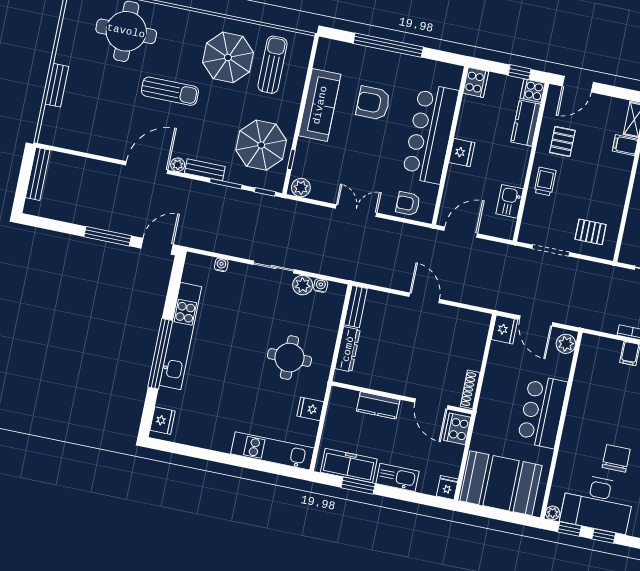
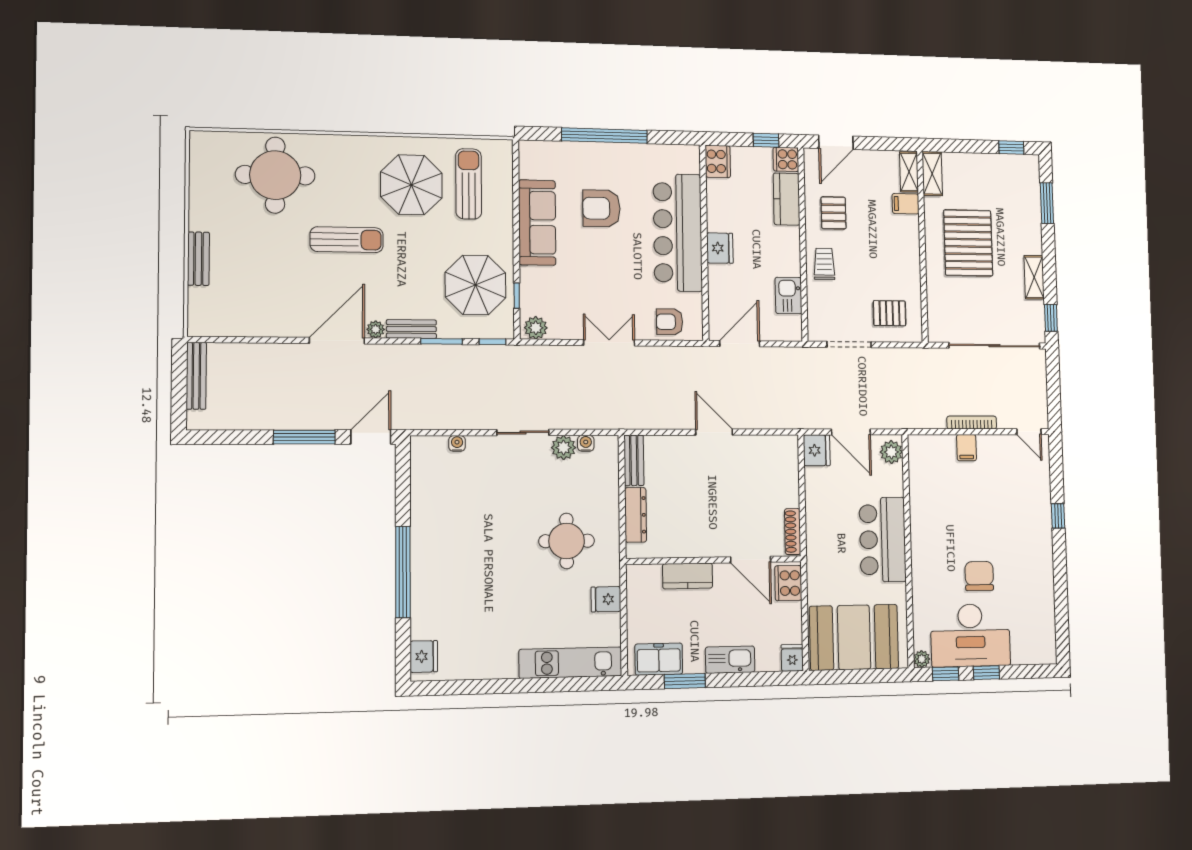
kitchen unit: (180, 336) -> (424, 544), removed
freezer: (349, 466) -> (659, 659), width x0.71

